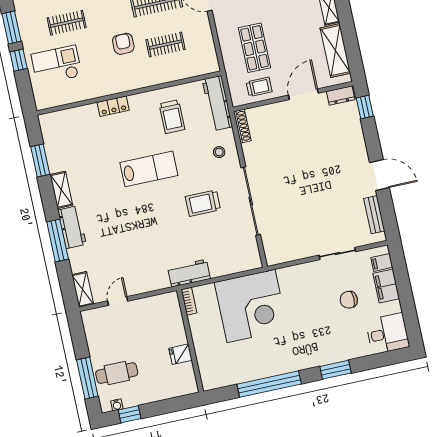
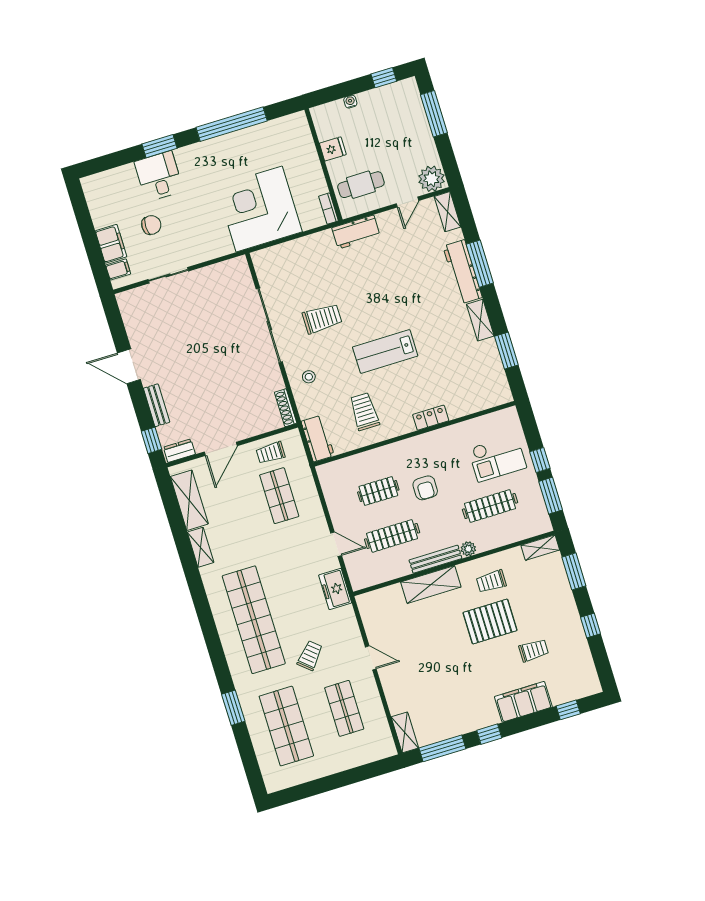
clothes rail: (67, 23) -> (490, 506), width x1.36
workbench: (217, 103) -> (318, 439), width x0.73
bench: (374, 215) -> (157, 405), moved
workbench: (72, 227) -> (463, 272), width x1.38
workbench: (189, 273) -> (356, 232), moved
plant: (94, 320) -> (431, 179), added
desk: (387, 334) -> (159, 176), moved, turned 90
cafe table: (117, 373) -> (361, 185), moved
water cooler: (117, 405) -> (350, 102), moved

